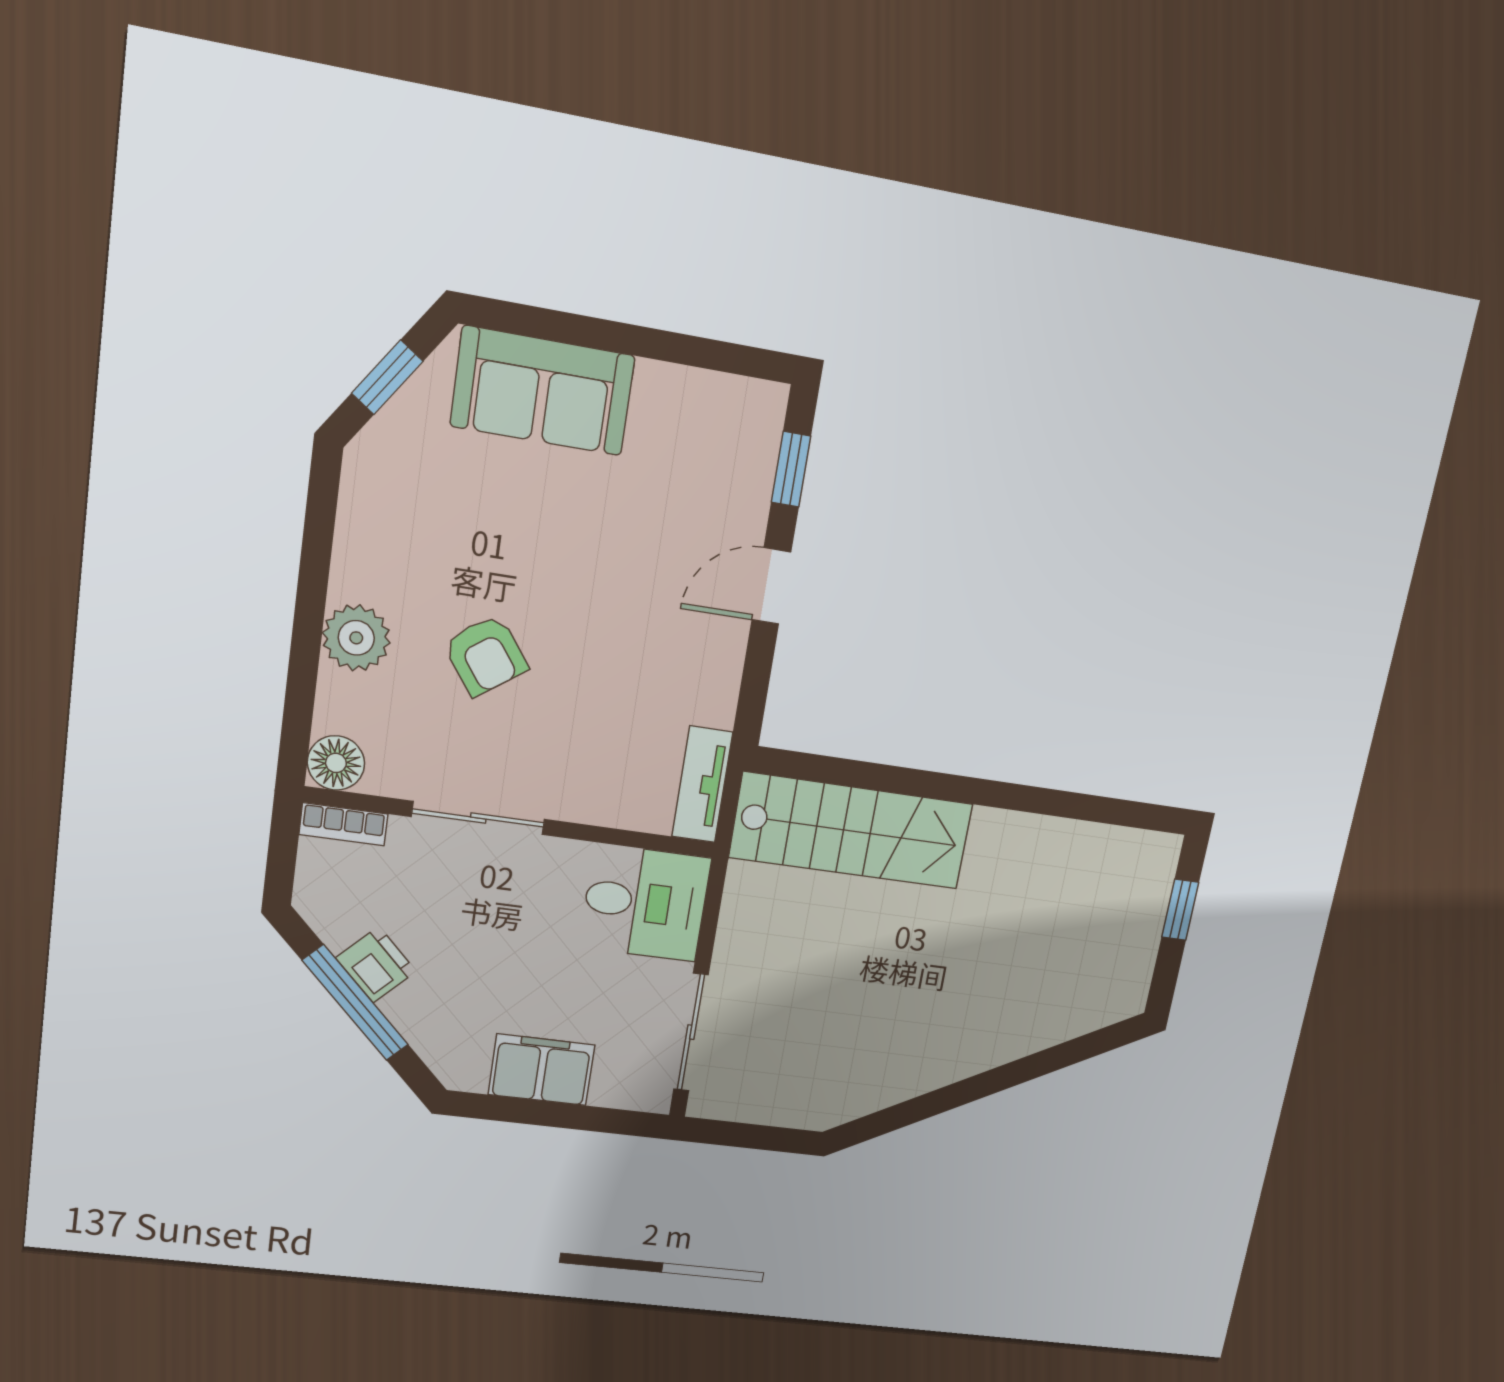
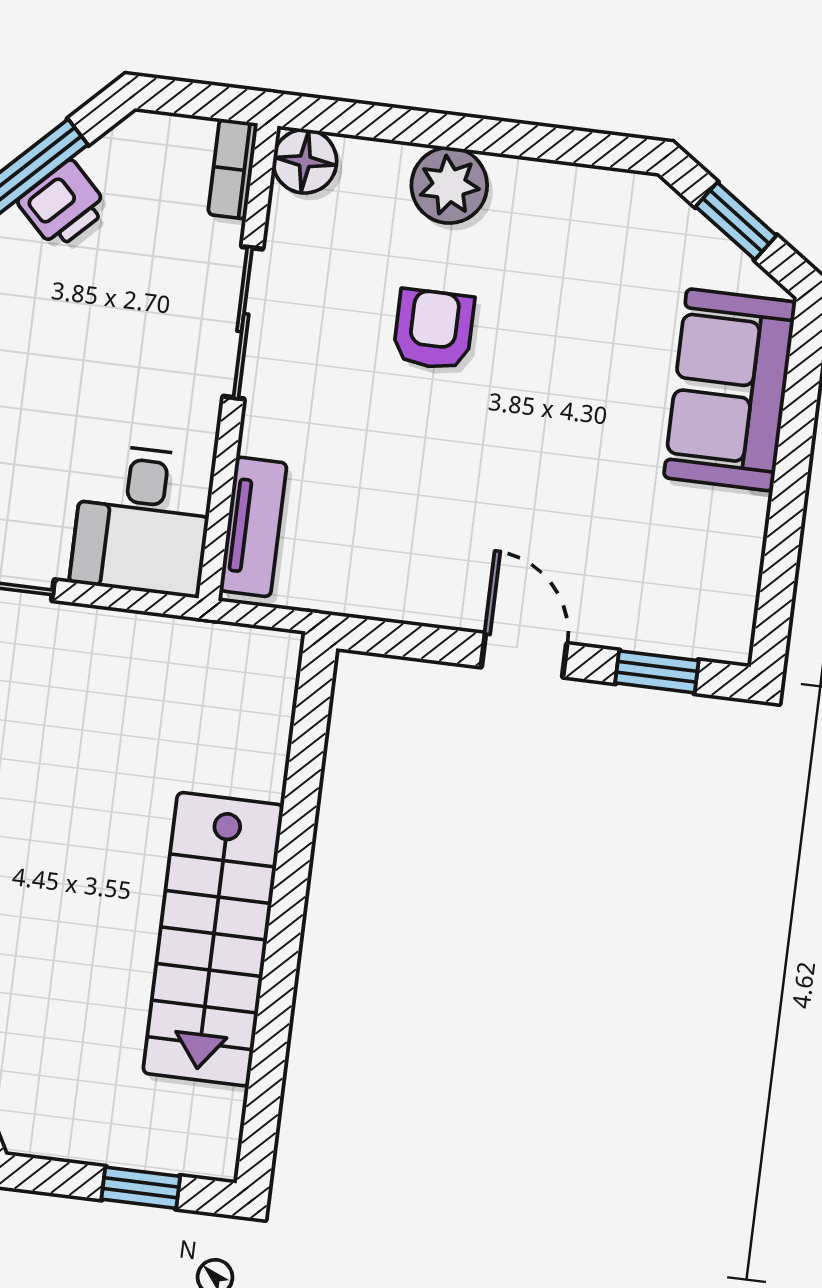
armchair: (485, 655) -> (434, 330), turned 126
tv unit: (702, 784) -> (253, 527), moved, turned 90
stairs: (851, 831) -> (213, 939), moved

